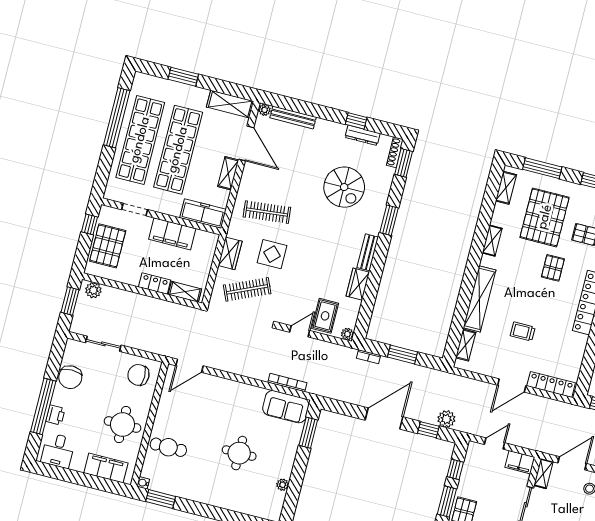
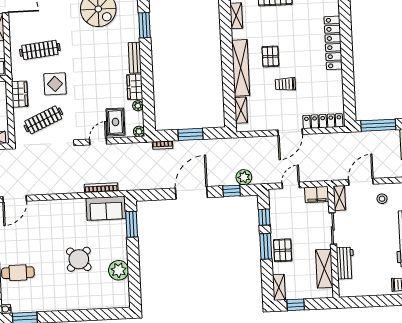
pallet: (553, 268) -> (270, 56), moved
plant: (355, 306) -> (138, 106), added
round table: (239, 453) -> (79, 259), turned 45
plant: (283, 485) -> (119, 270), width x1.88, depth x1.88

